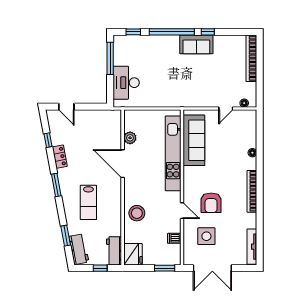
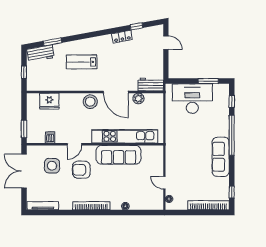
window: (208, 32) -> (232, 192), moved
sofa: (196, 44) -> (221, 157), width x1.36
window: (110, 58) -> (208, 81), width x0.69
desk: (126, 83) -> (192, 99), width x1.36, depth x1.30
door: (66, 107) -> (166, 43), swing flipped
sofa: (194, 140) -> (119, 155), moved
door: (123, 164) -> (116, 92), swing flipped
window: (56, 185) -> (97, 34), removed
stool: (137, 213) -> (90, 102), moved
workbench: (114, 251) -> (151, 84), moved
fridge: (133, 254) -> (49, 101), moved

